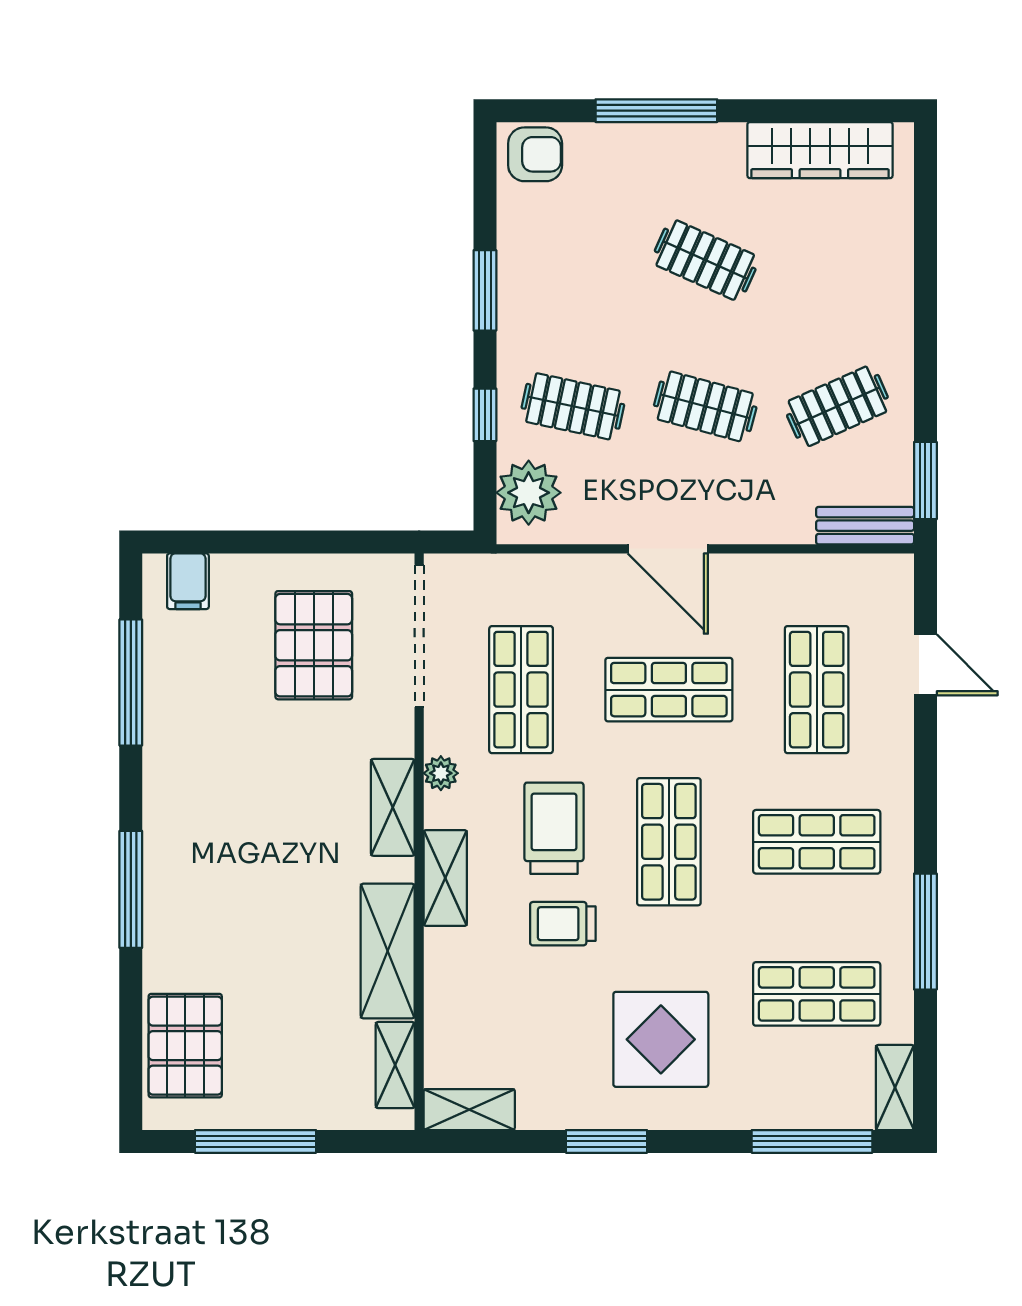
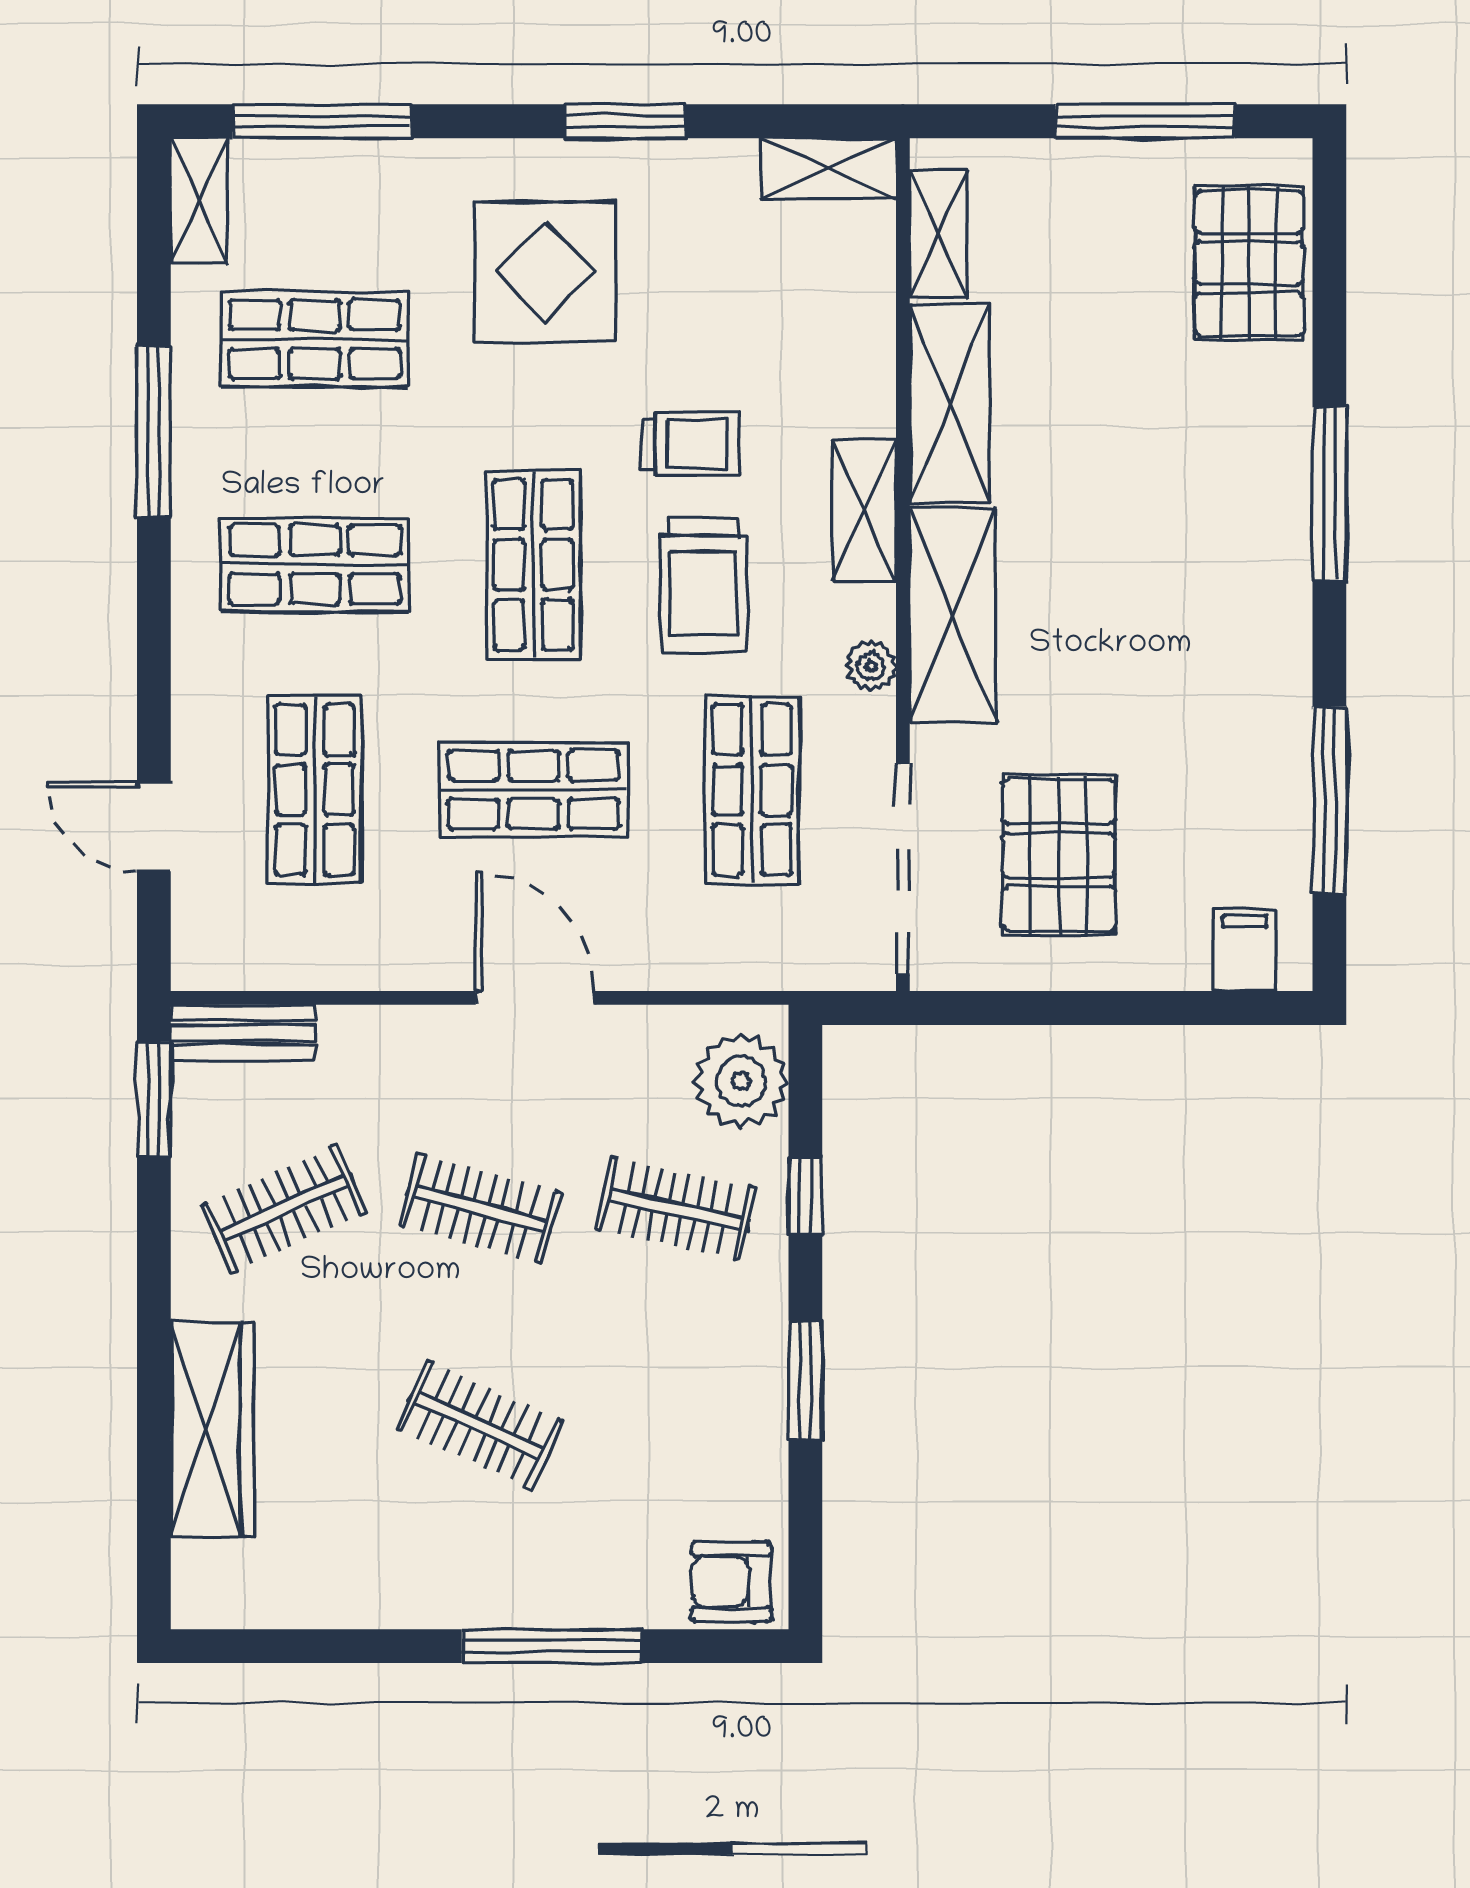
wardrobe: (820, 150) -> (212, 1429), moved, turned 90
shelving: (393, 807) -> (953, 615), width x1.50, depth x1.33

